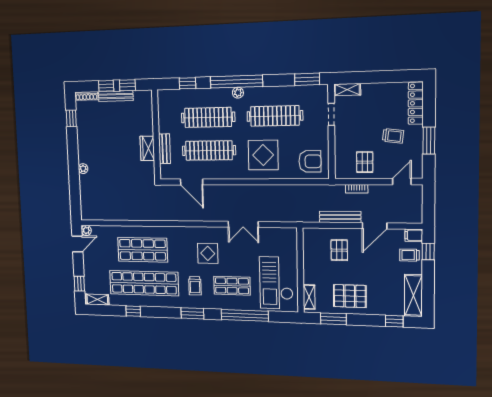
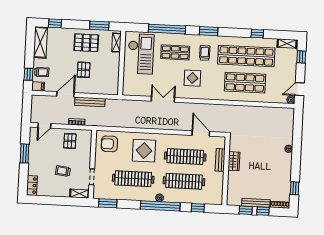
locker: (416, 103) -> (32, 185), width x0.66
trolley: (393, 136) -> (63, 171), moved
pallet: (339, 250) -> (84, 70), moved

